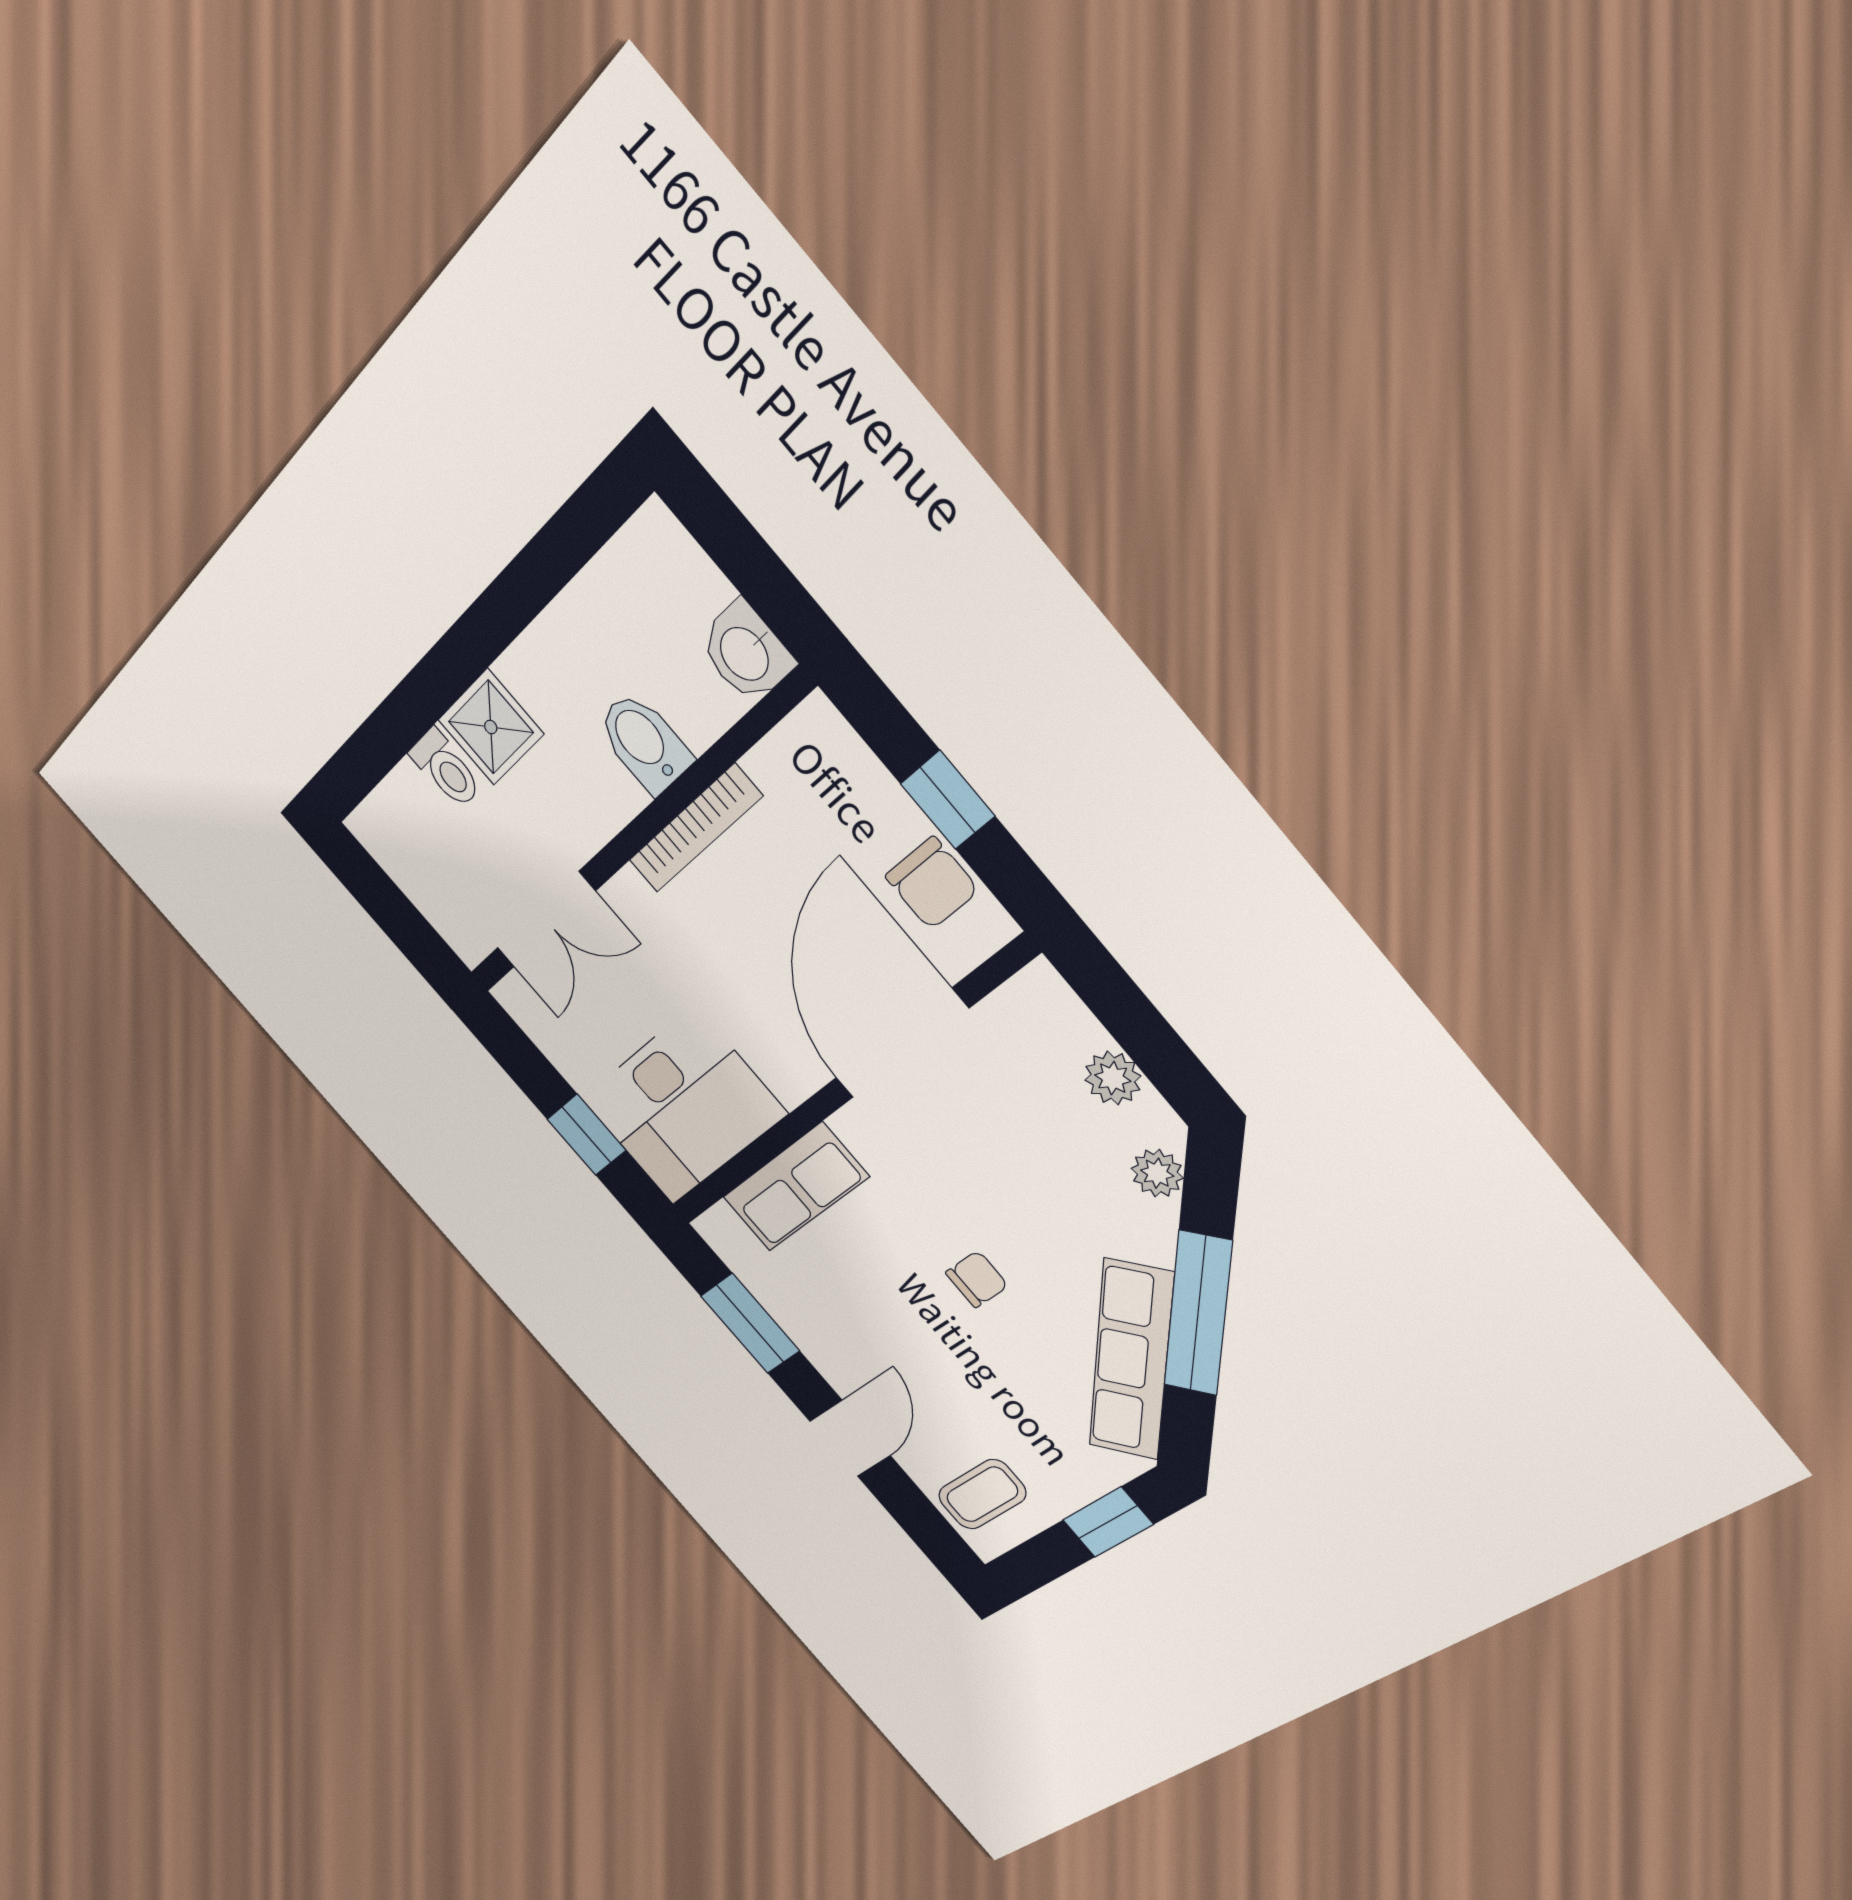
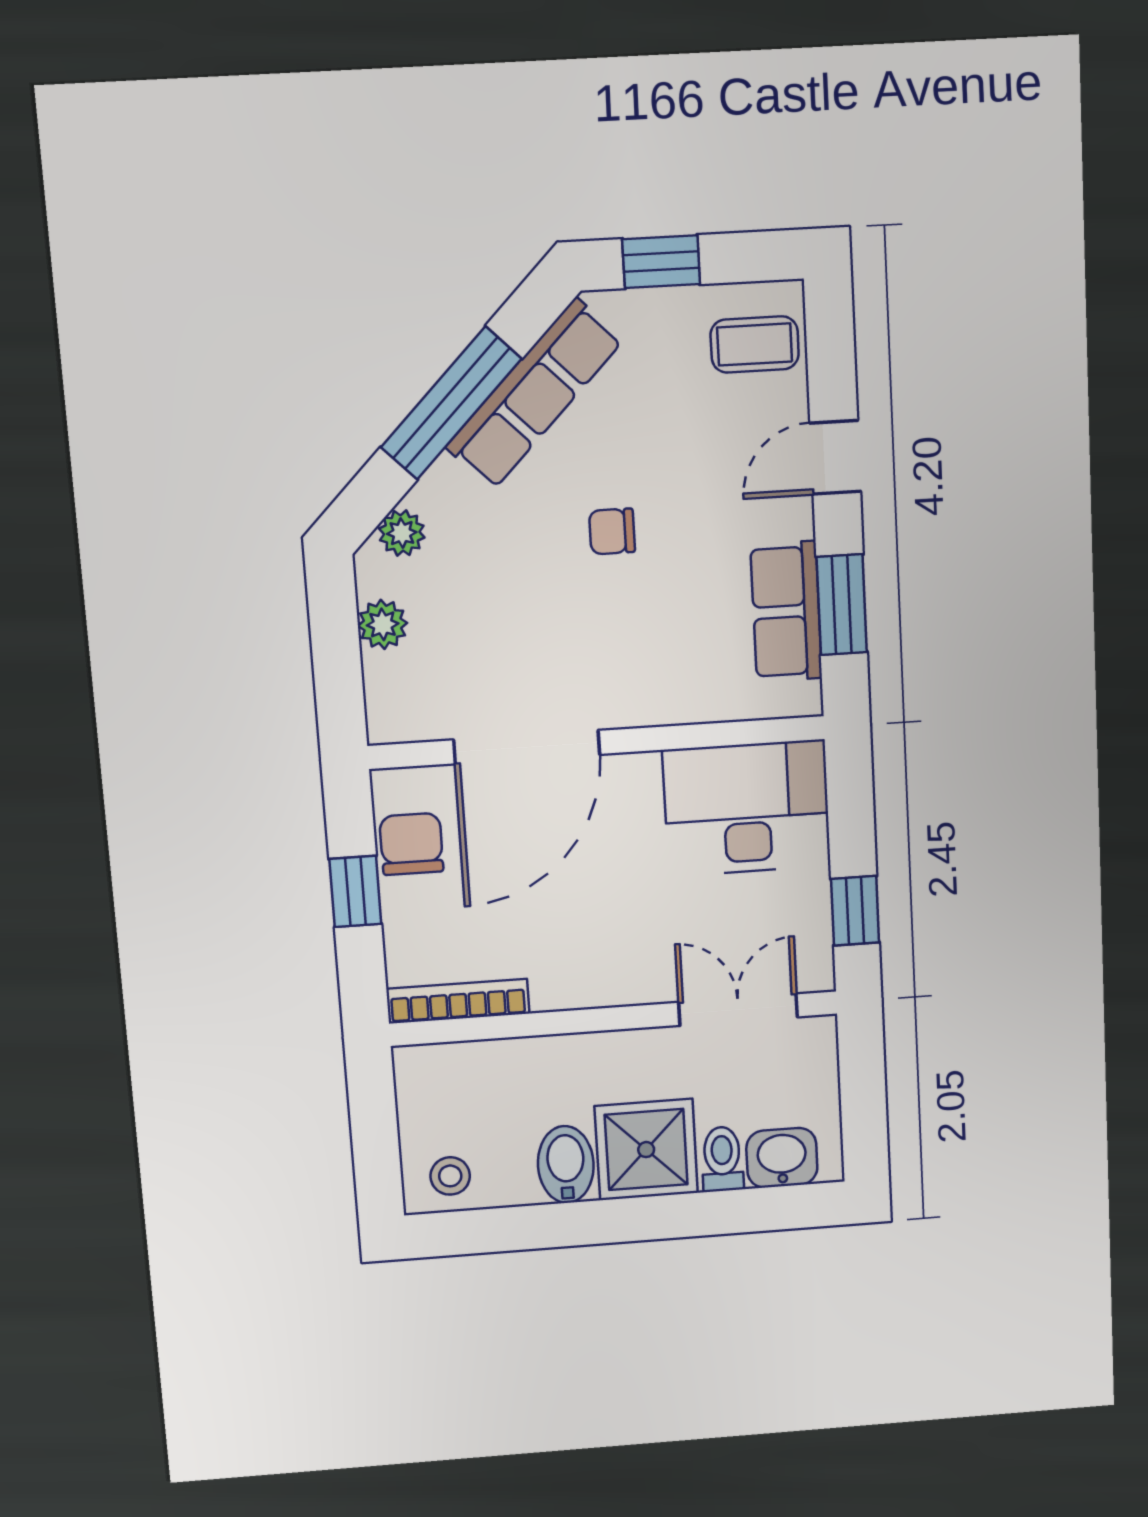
stool: (647, 568) -> (450, 1176), added
washbasin: (746, 653) -> (782, 1158), moved, turned -90
shower: (491, 727) -> (646, 1150), width x1.36, depth x1.36
bidet: (644, 742) -> (566, 1164), moved, turned 180
bookcase: (695, 828) -> (458, 1001), moved
window: (586, 1135) -> (855, 911), moved
row of seats: (796, 1187) -> (786, 611), moved, turned -90

